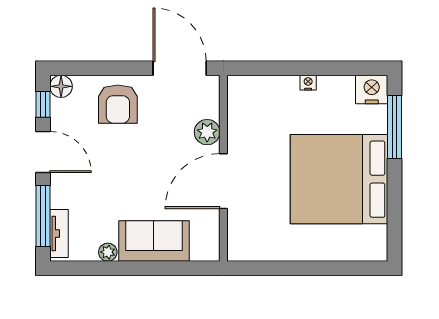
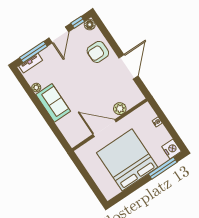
plant: (207, 132) -> (120, 109), moved
wall: (223, 168) -> (110, 125), moved
door: (223, 181) -> (105, 128), moved

